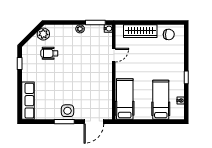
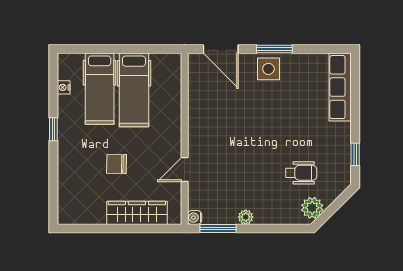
chair: (169, 34) -> (117, 164), moved
hospital bed: (125, 99) -> (134, 90), moved
door: (94, 122) -> (221, 49), swing flipped

